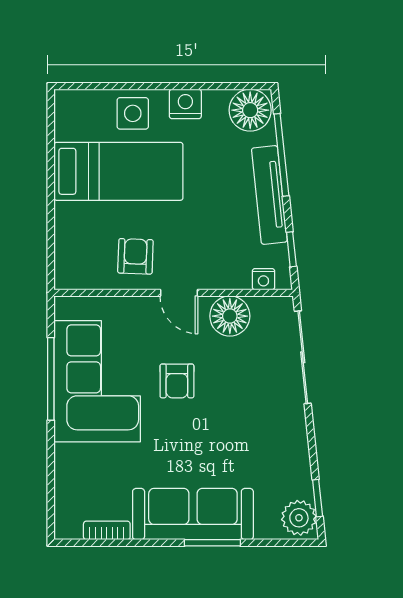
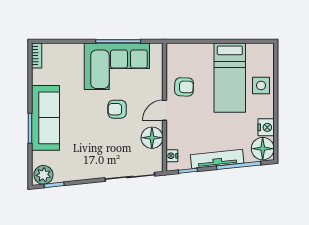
nightstand: (185, 104) -> (266, 127), moved
bookcase: (107, 530) -> (37, 56), moved

